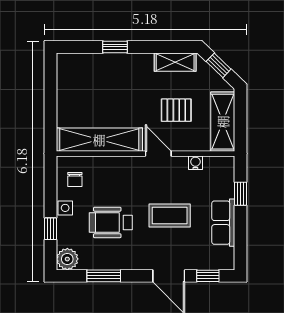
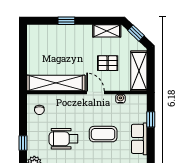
side table: (65, 208) -> (33, 129), removed

